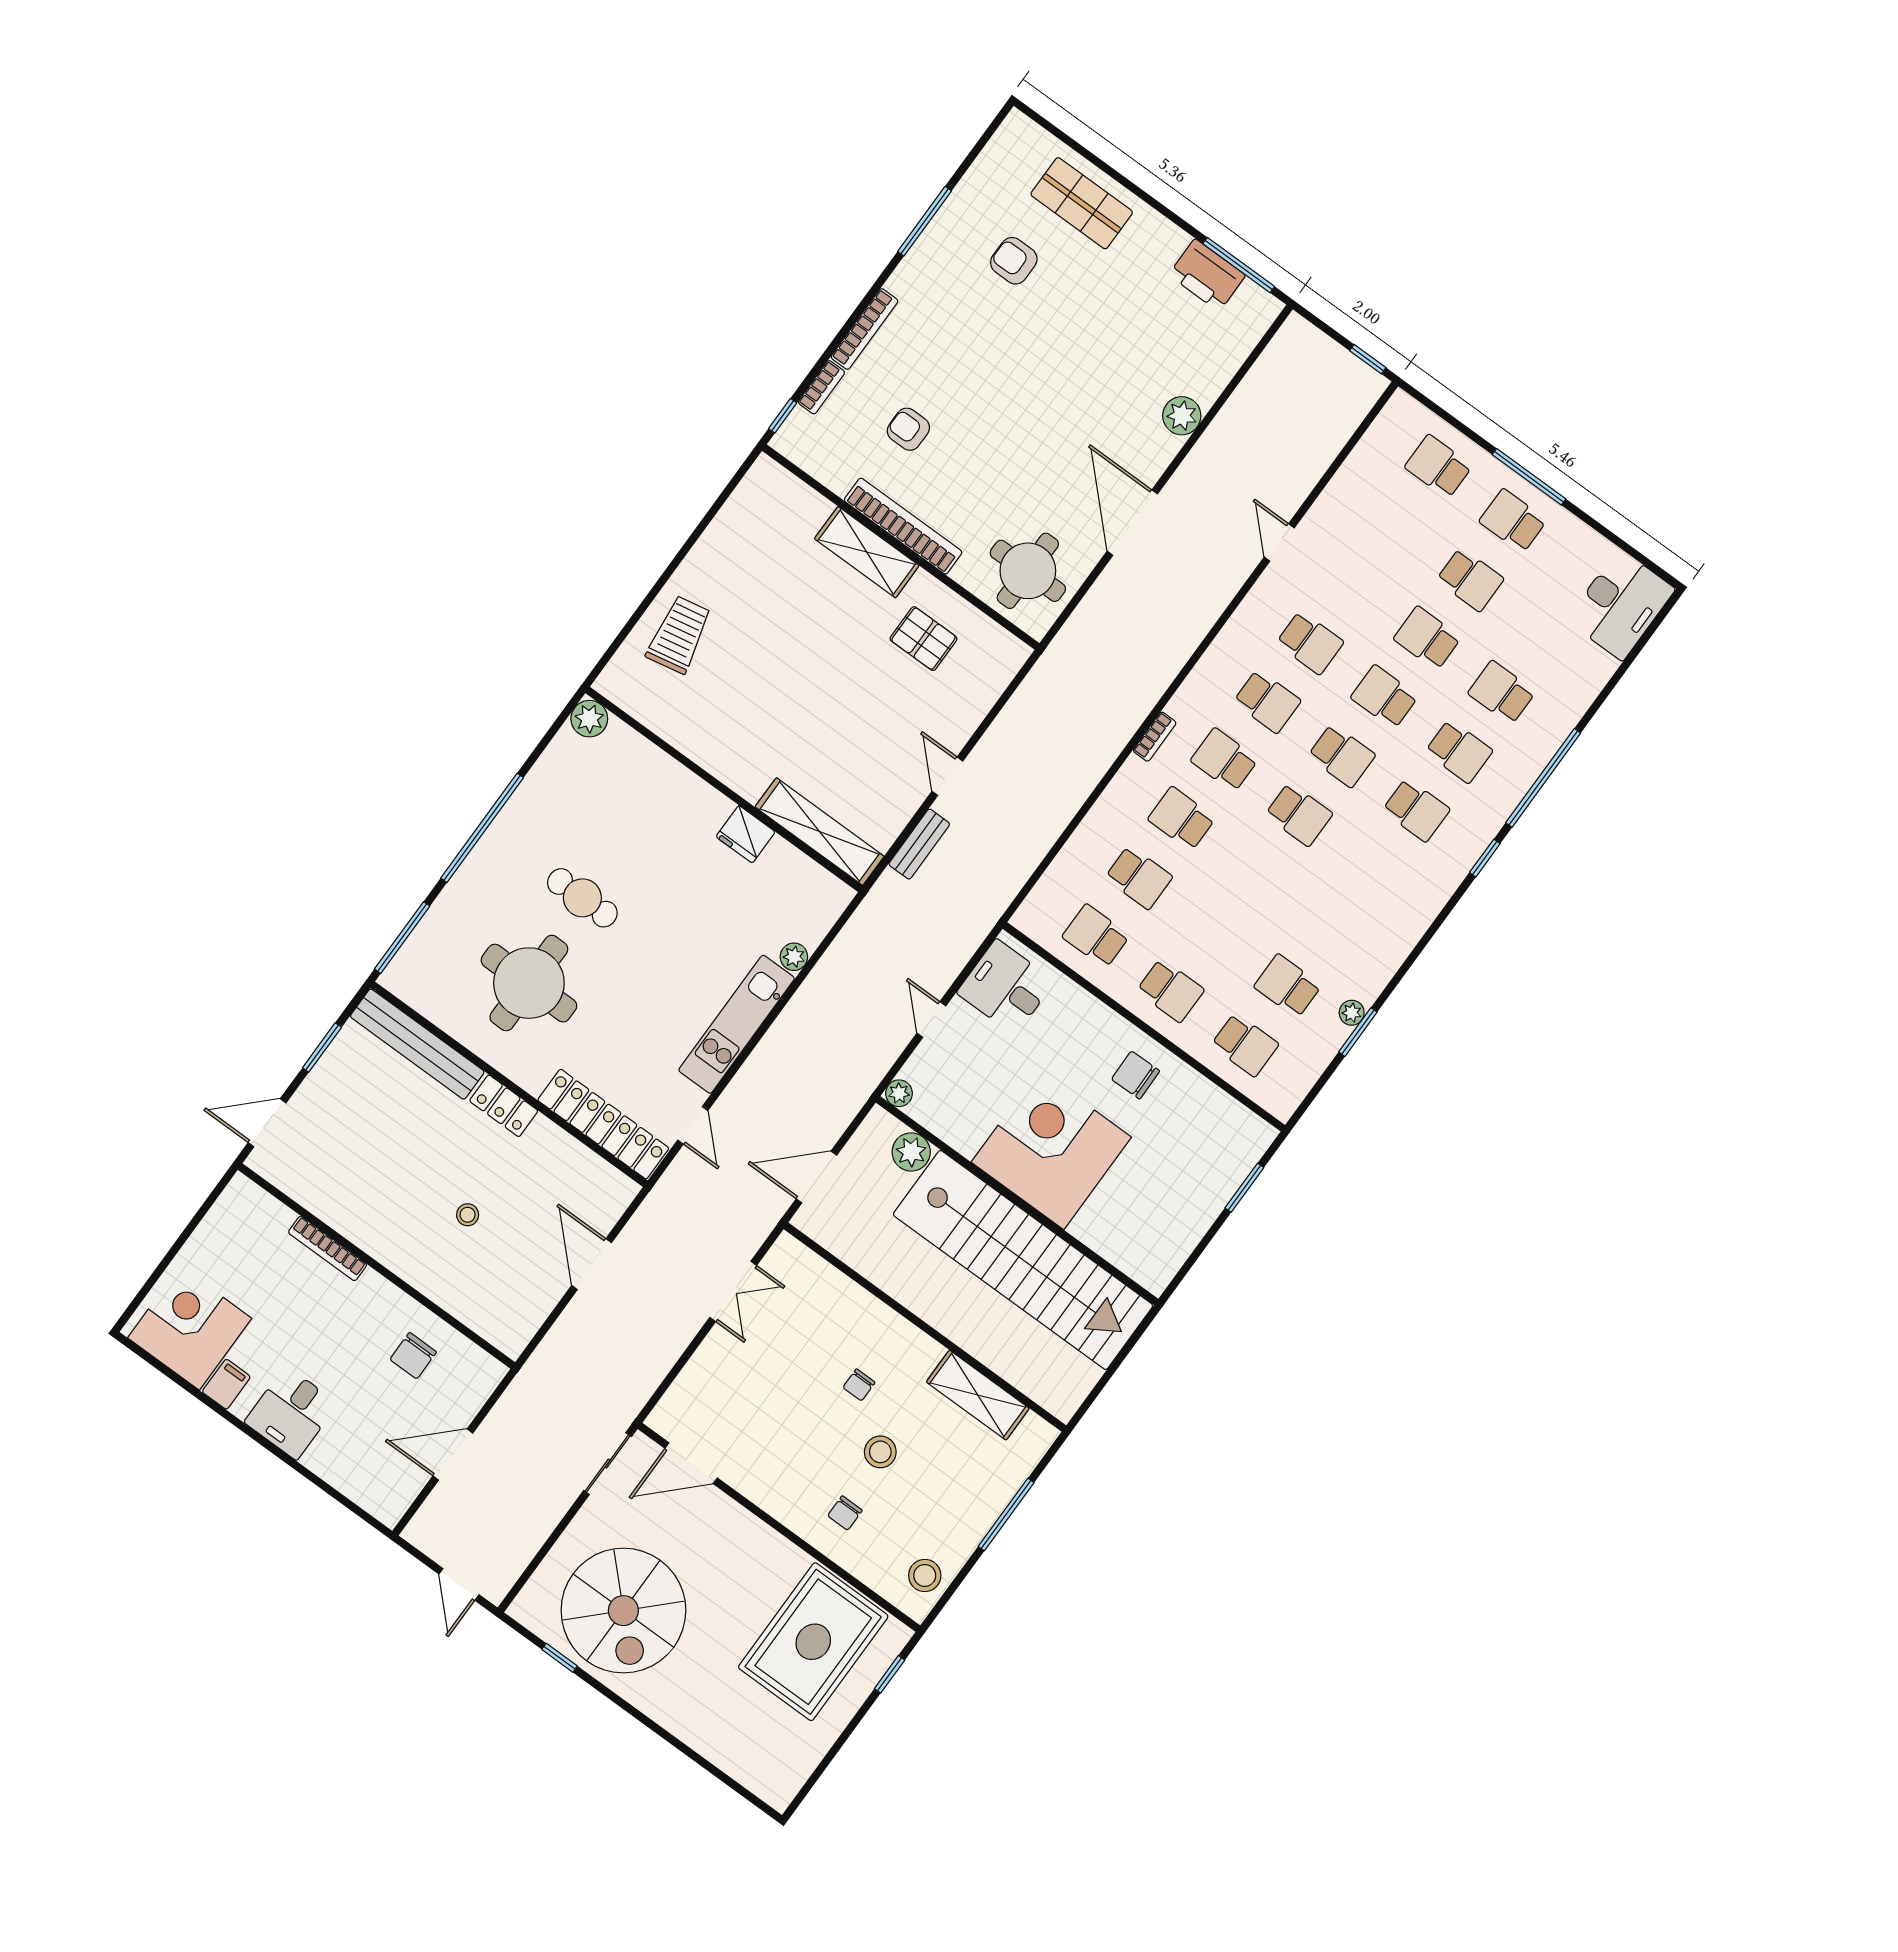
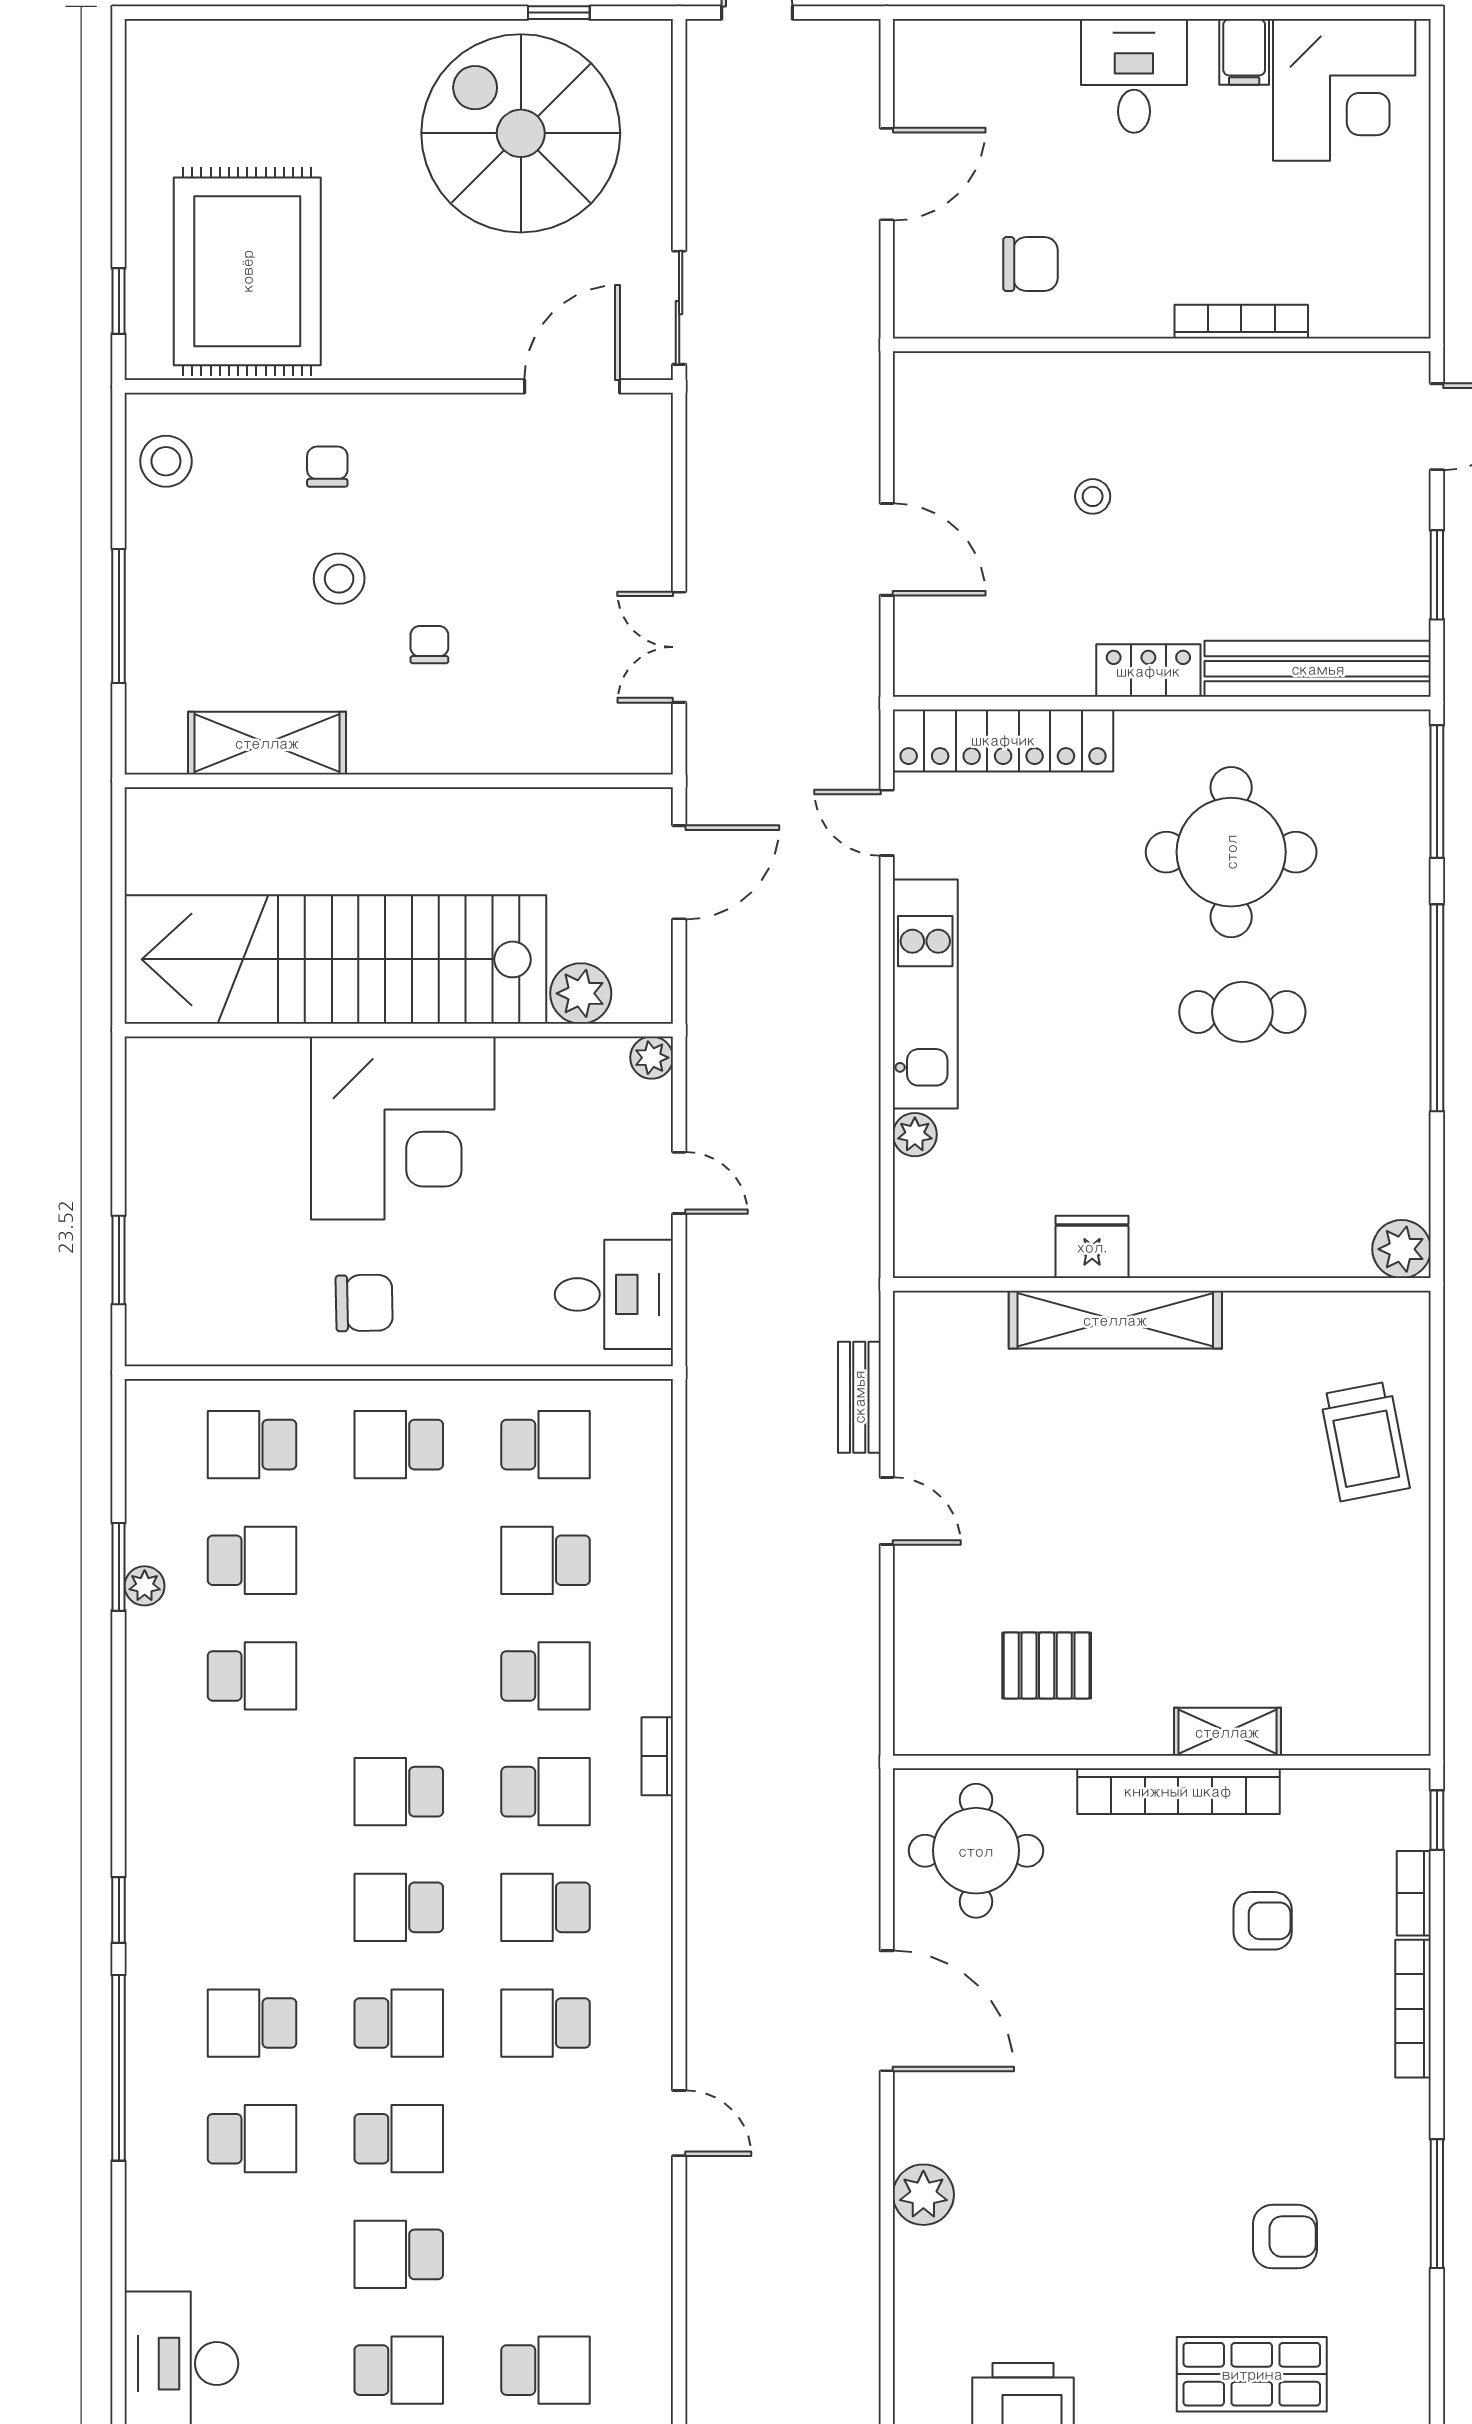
shelving: (867, 552) -> (1227, 1732), width x0.67, depth x0.75
school desk: (1416, 810) -> (252, 1676), moved, turned 180
shelving: (820, 832) -> (1115, 1320), moved
chair: (413, 1356) -> (1030, 264), turned 90

